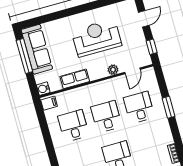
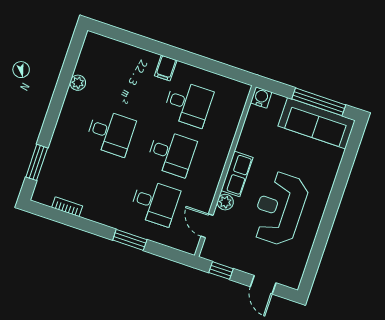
reception desk: (97, 38) -> (280, 209), turned 180
row of seats: (75, 79) -> (237, 174), moved
filing cabinet: (49, 103) -> (166, 68), moved

